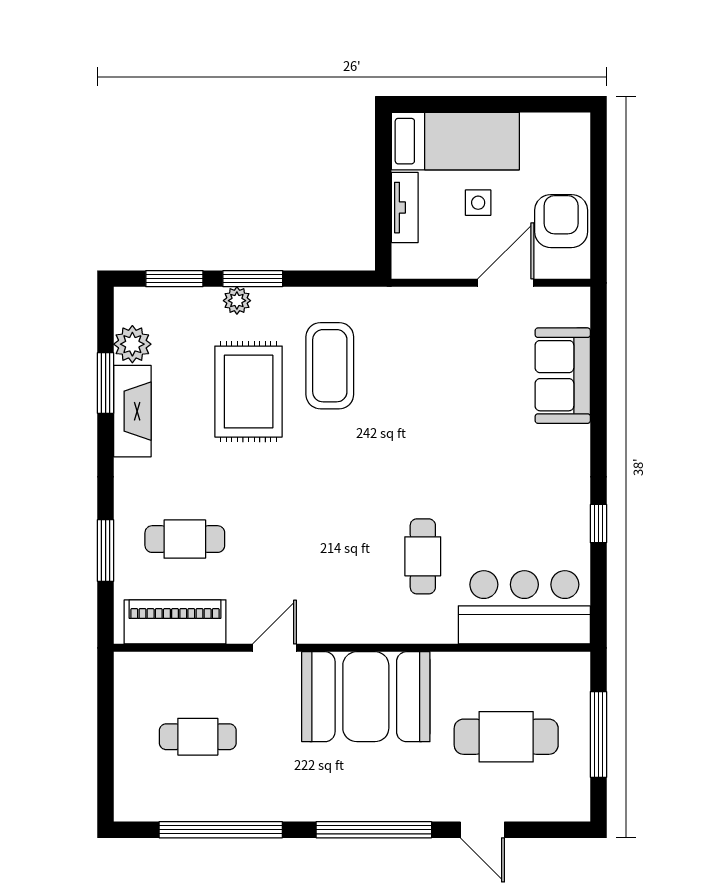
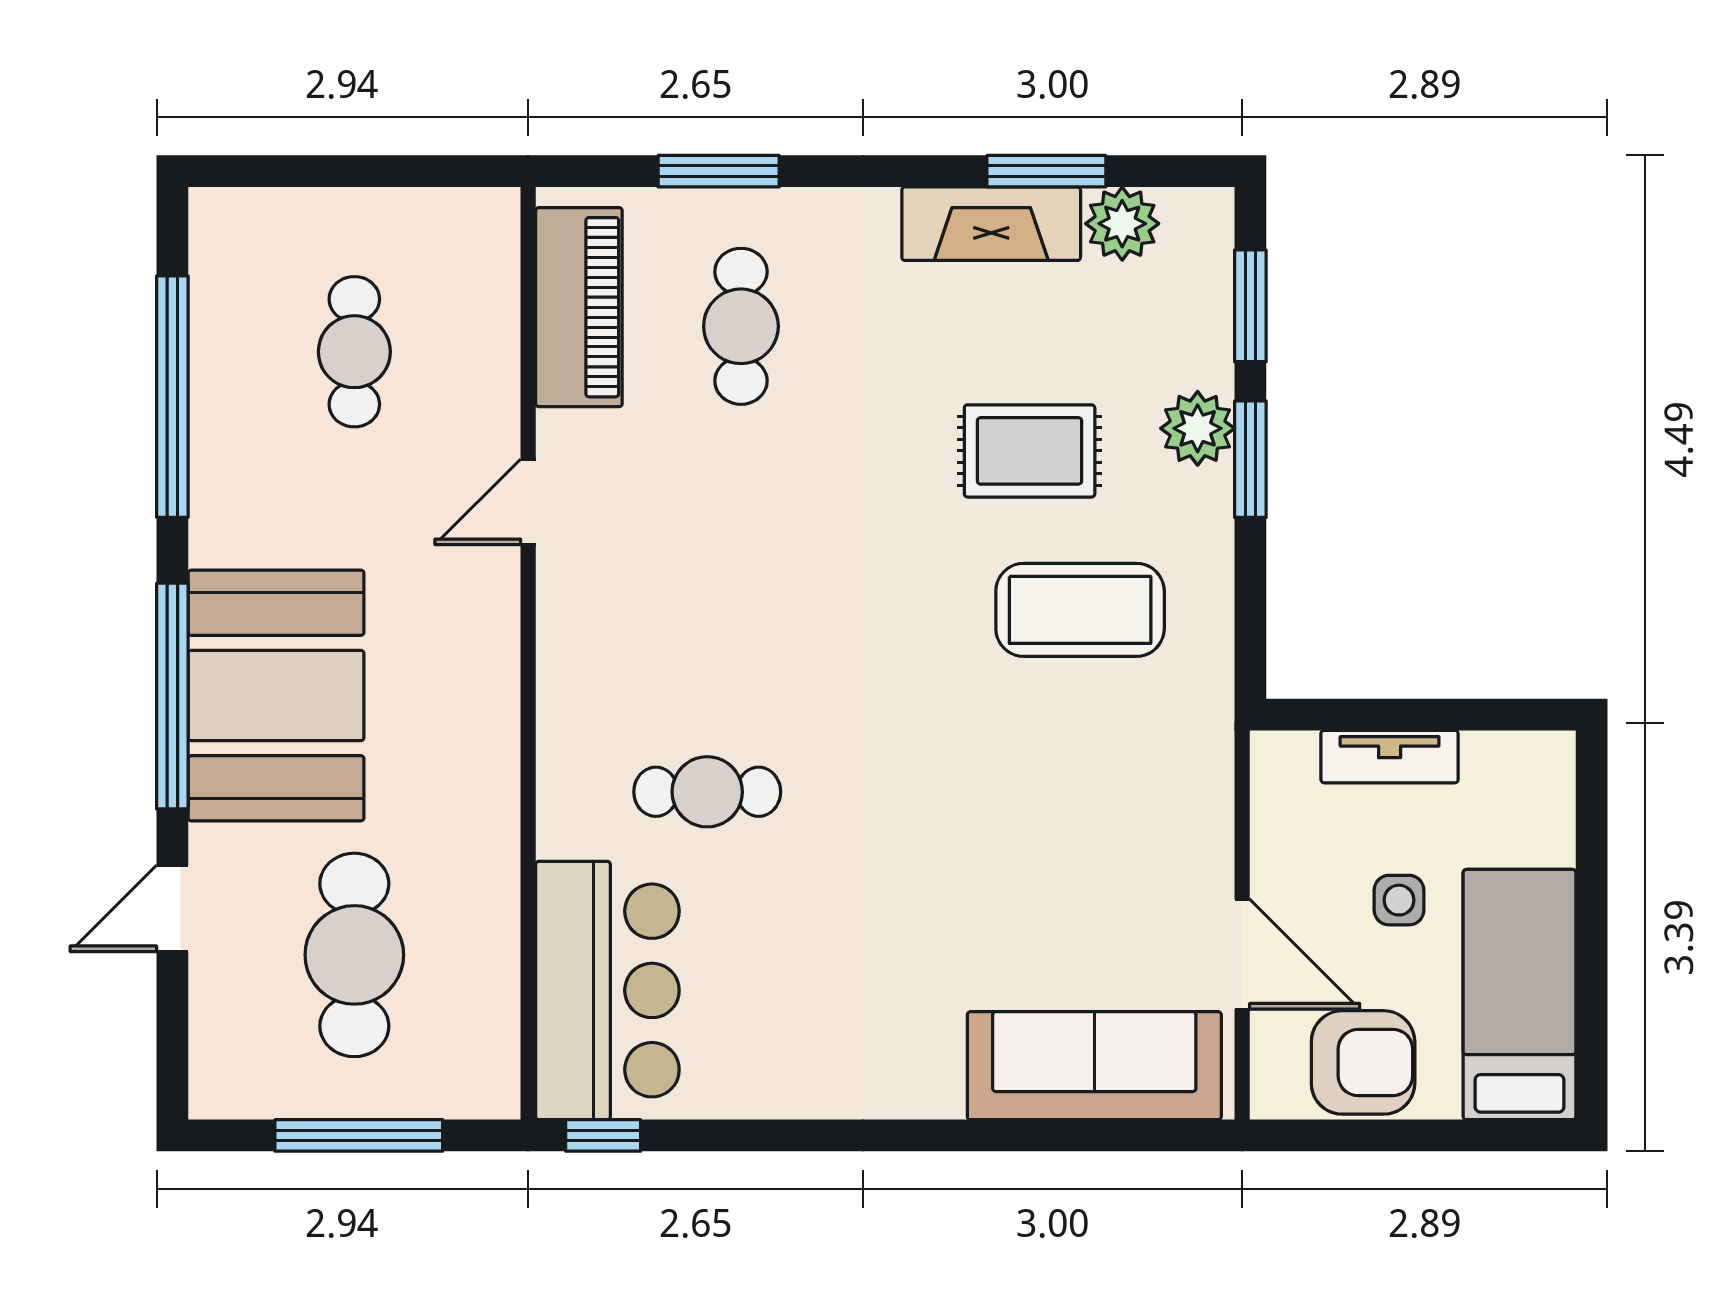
bed: (455, 141) -> (1519, 995), moved, turned 180
plant: (237, 301) -> (1198, 428), width x1.38, depth x1.38
sofa: (563, 376) -> (1094, 1066), width x1.36
rug: (249, 392) -> (1030, 451), width x0.73, depth x0.70
window: (598, 524) -> (603, 1135), moved
door: (275, 648) -> (528, 502), swing flipped
booth: (366, 697) -> (276, 696), moved

